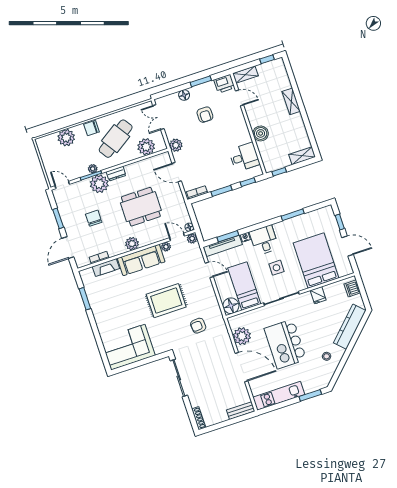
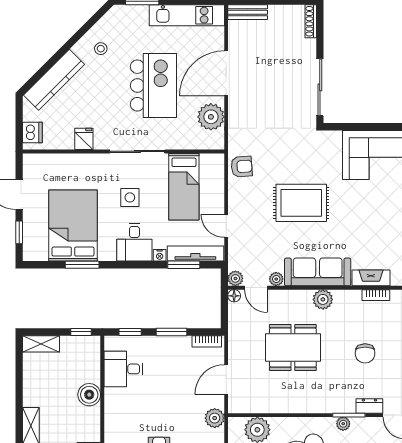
door: (177, 172) -> (226, 380), swing flipped
dresser: (116, 174) -> (369, 406), moved
plant: (99, 184) -> (341, 399), removed
bed: (316, 261) -> (73, 226), moved, turned 180
floor lamp: (231, 306) -> (212, 165), removed
armchair: (198, 326) -> (242, 167), moved
door: (241, 367) -> (226, 73), hinge flipped

